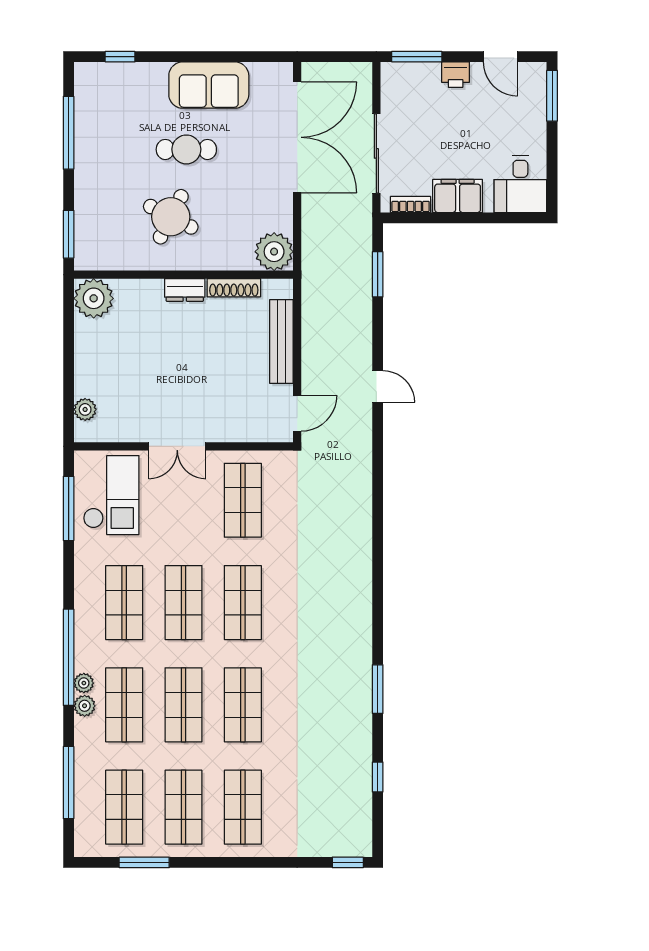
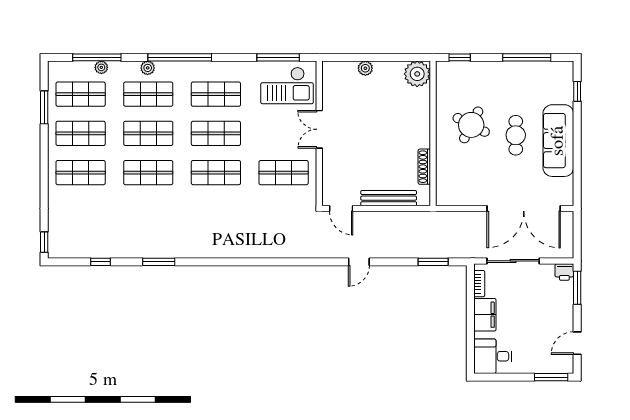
printer: (456, 75) -> (564, 272), moved, turned -90
sofa: (209, 85) -> (558, 141), width x1.36
window: (69, 234) -> (460, 57), width x0.67
plant: (274, 252) -> (448, 193), removed
dresser: (185, 290) -> (423, 134), removed
plant: (85, 409) -> (365, 68), moved
plant: (84, 683) -> (101, 67), moved

